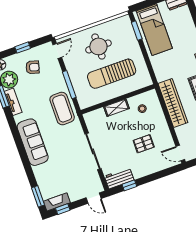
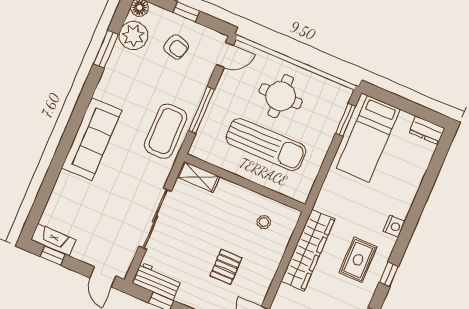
sun lounger: (112, 74) -> (266, 144), turned 180
tv unit: (13, 102) -> (113, 68), removed
shelving: (117, 108) -> (198, 177), moved
pallet: (144, 144) -> (226, 267), turned 90
window: (38, 196) -> (37, 212), removed

